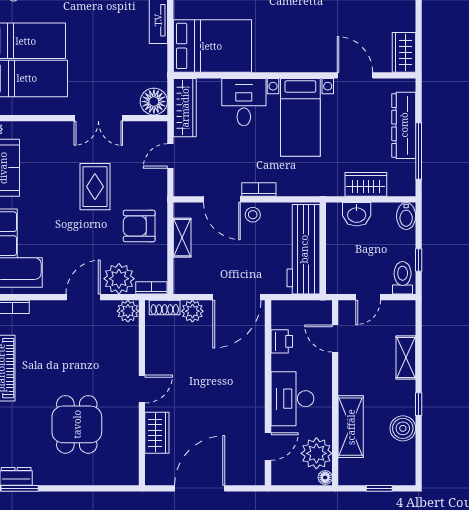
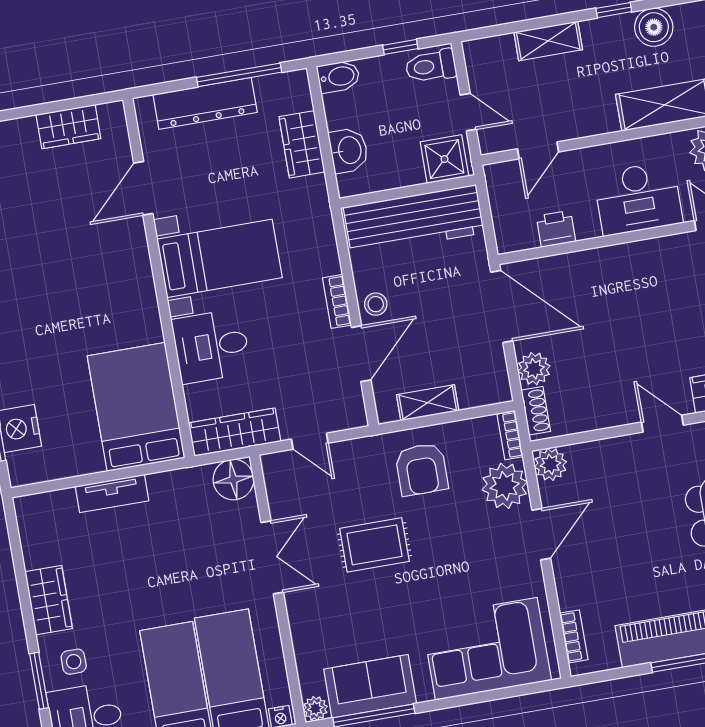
wardrobe: (404, 52) -> (68, 127), moved
shower: (340, 276) -> (444, 159), added
door: (83, 297) -> (541, 534), swing flipped

